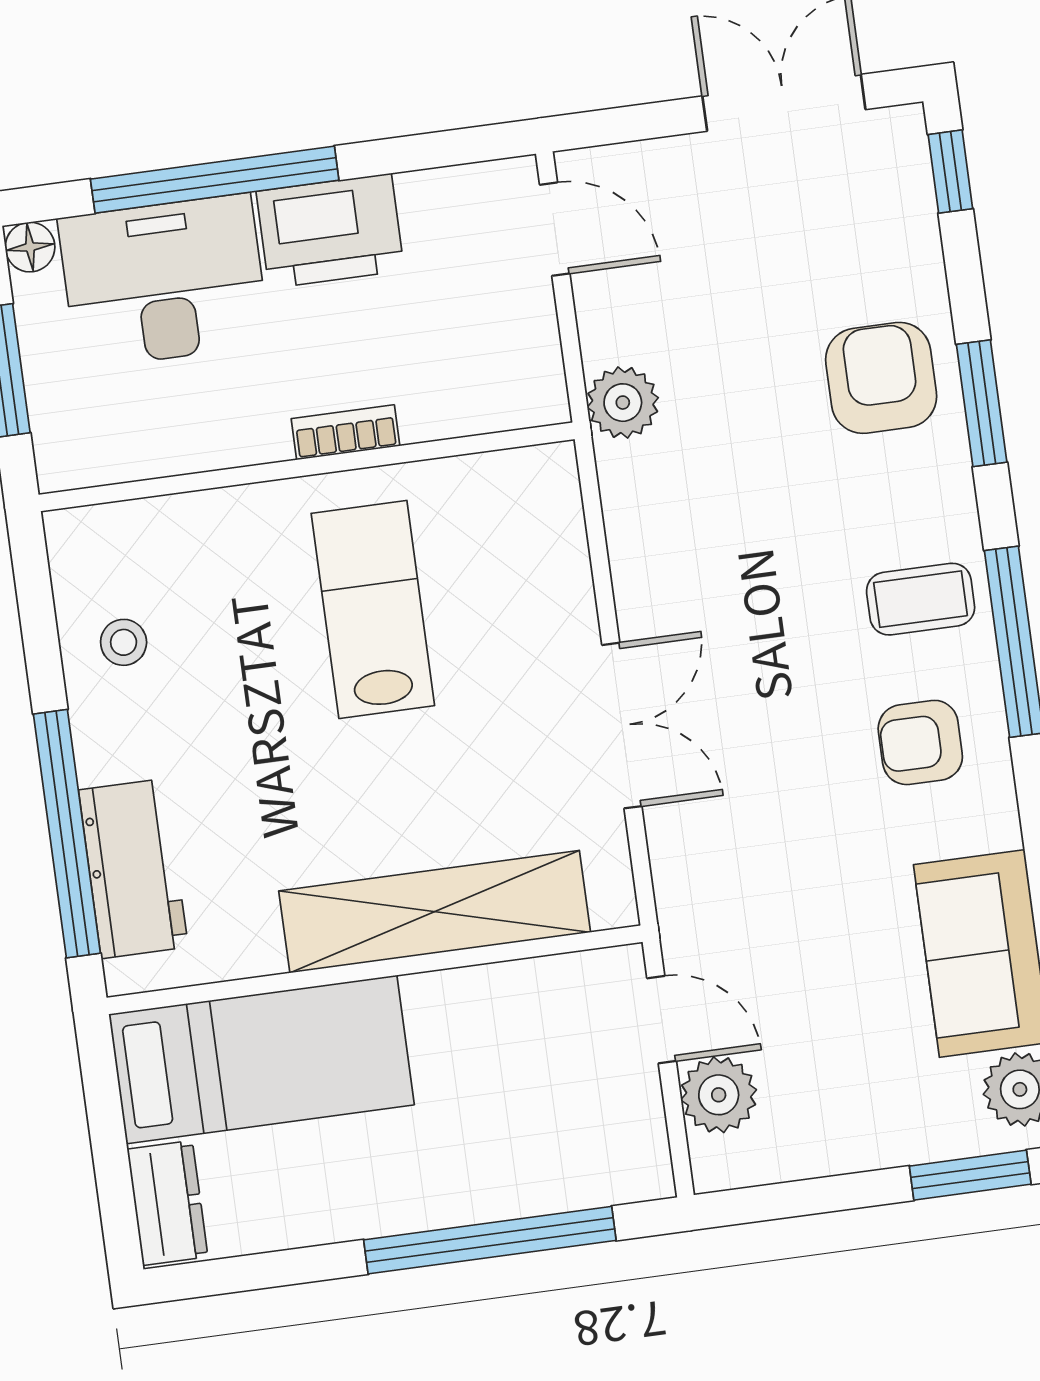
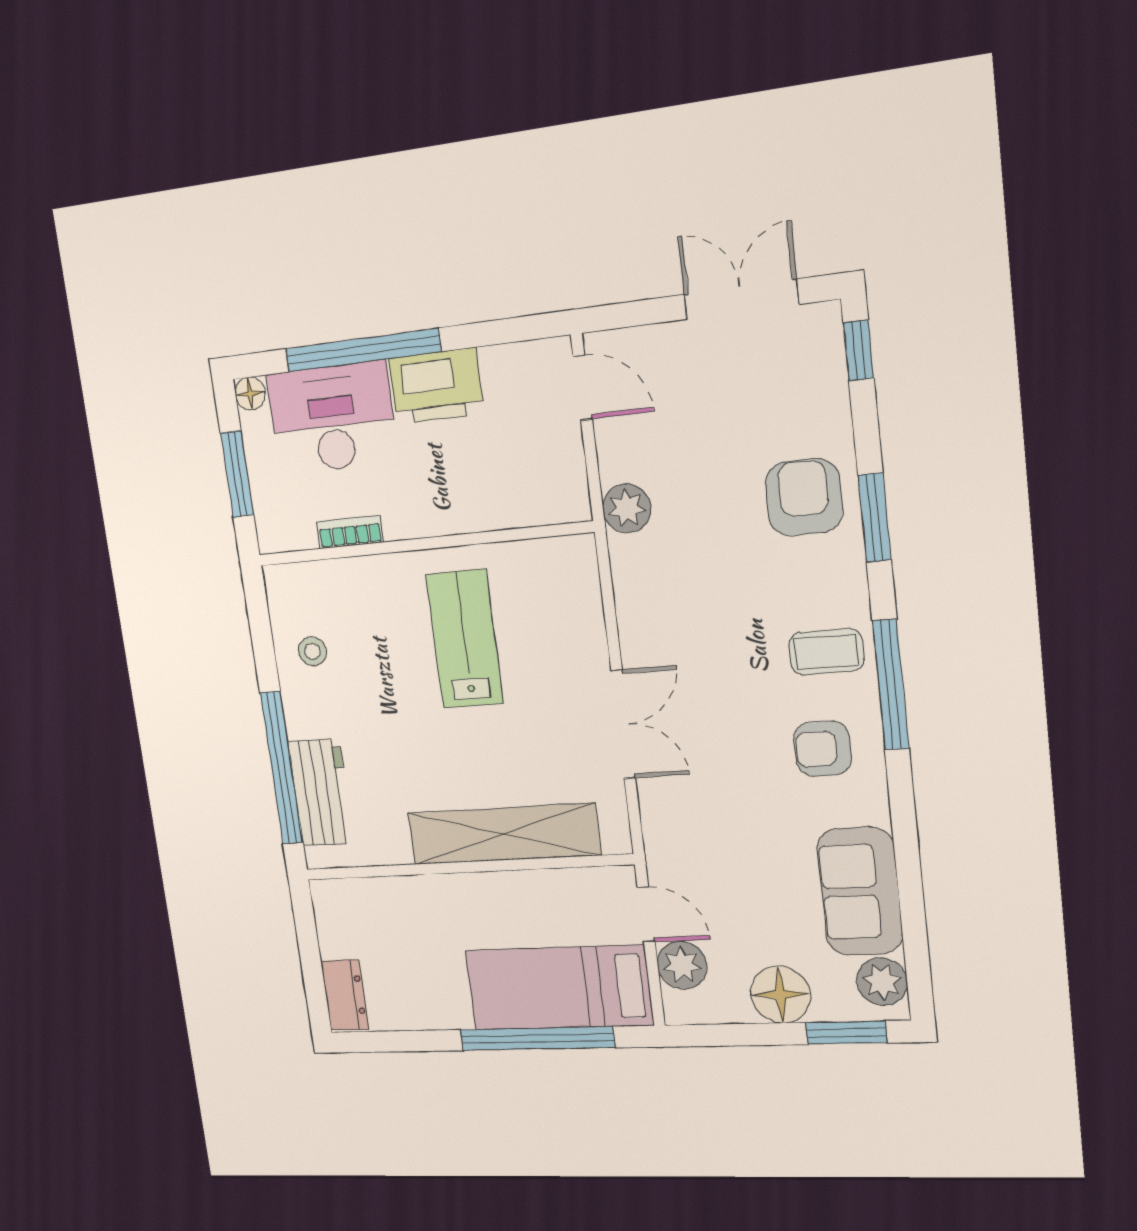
bookcase: (346, 432) -> (350, 532), moved
bed: (261, 1059) -> (559, 988), moved, turned 180
floor lamp: (870, 1126) -> (781, 995), added

